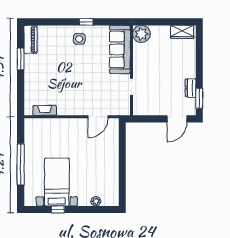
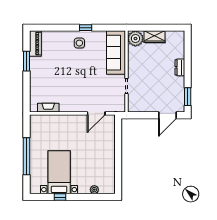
wardrobe: (182, 32) -> (154, 37), moved
dresser: (191, 88) -> (180, 67), moved

